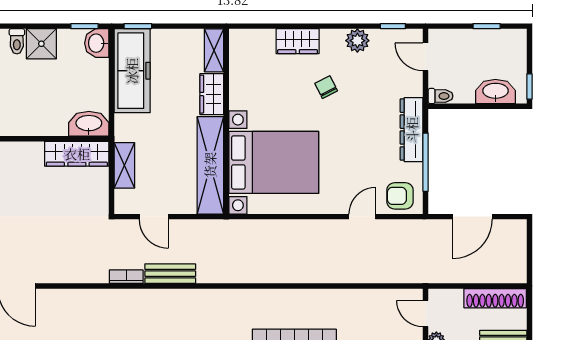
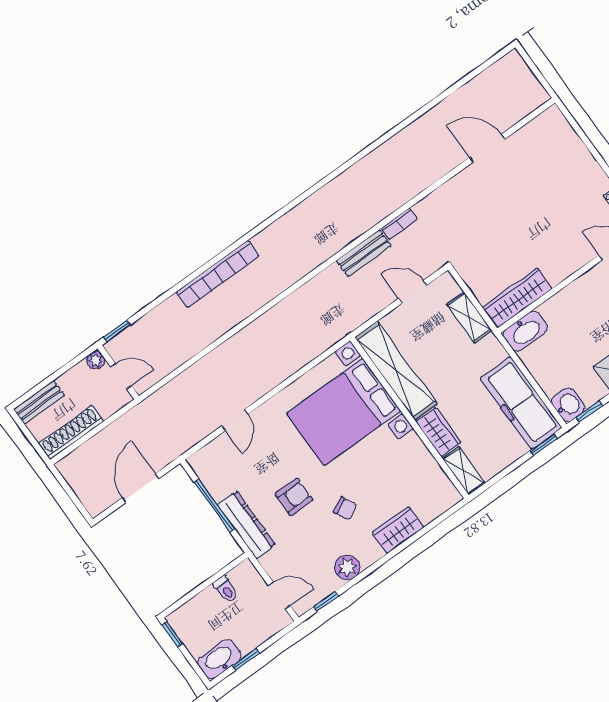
washbasin: (495, 91) -> (219, 659), moved, turned 180
toilet: (440, 96) -> (226, 589), moved, turned -90
armchair: (400, 196) -> (294, 497), moved

